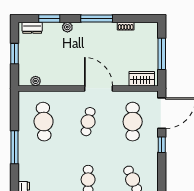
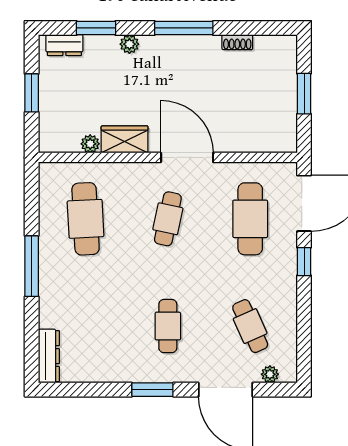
window: (162, 54) -> (304, 94), width x0.69
wardrobe: (142, 79) -> (125, 139), moved
plant: (36, 81) -> (90, 144), moved

